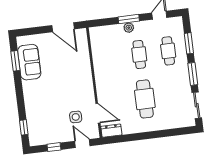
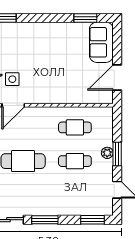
window: (189, 43) -> (93, 220), moved
cafe table: (168, 51) -> (75, 127), moved
sofa: (29, 62) -> (101, 42), moved, turned 90

